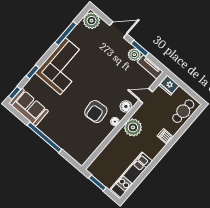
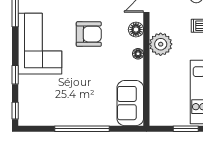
sofa: (29, 107) -> (130, 103), moved, turned -90
armchair: (96, 112) -> (89, 34), moved, turned -84
window: (97, 183) -> (186, 129), moved

